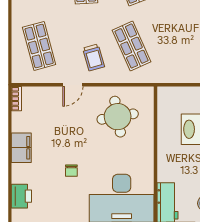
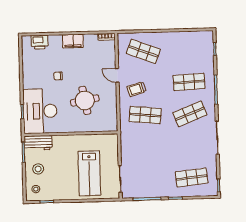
shop shelf: (39, 46) -> (143, 51), turned 36
shop shelf: (132, 46) -> (145, 115), turned 30
round table: (118, 117) -> (85, 100), moved

